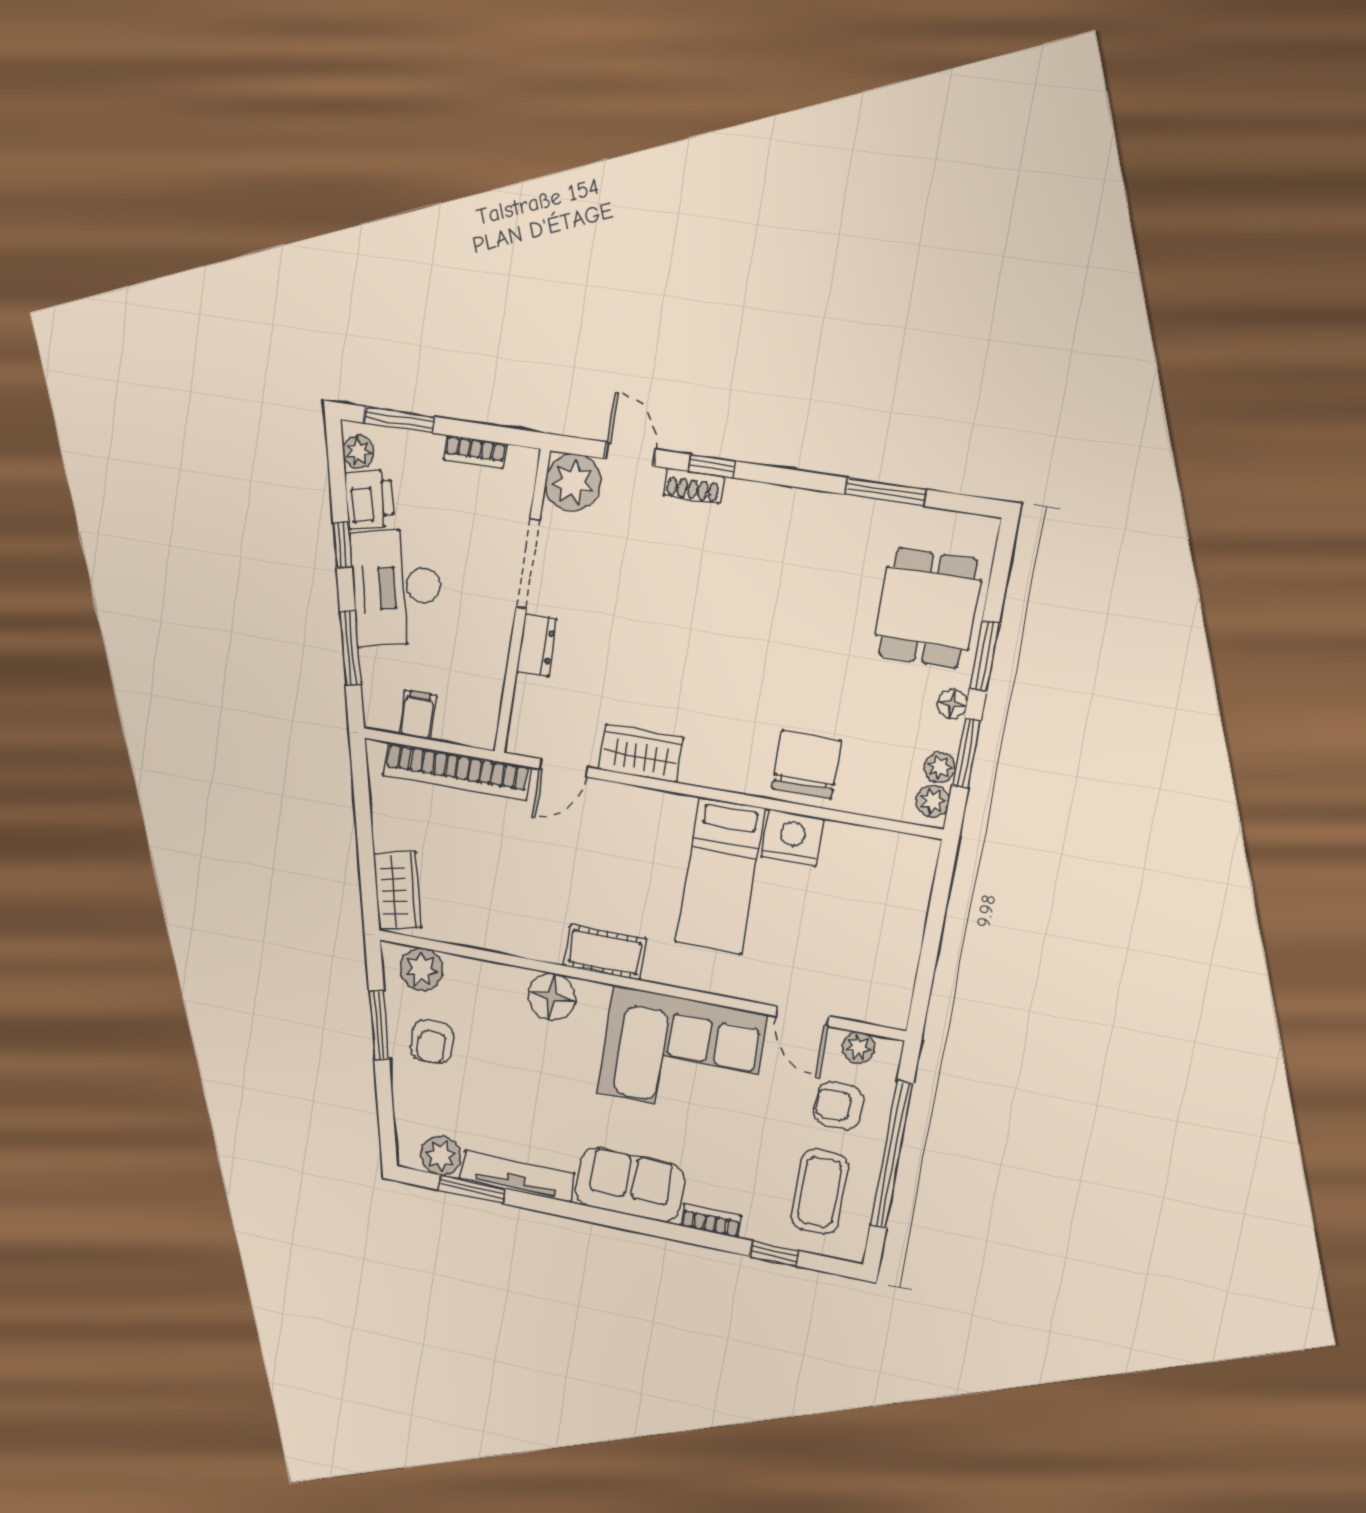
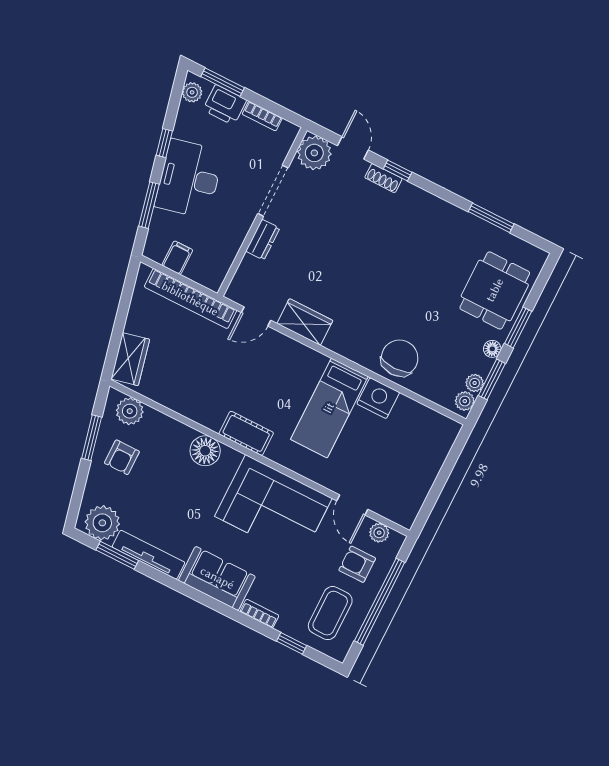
printer: (369, 500) -> (225, 105), moved, turned 103
plant: (441, 1156) -> (102, 523), width x1.36, depth x1.36

